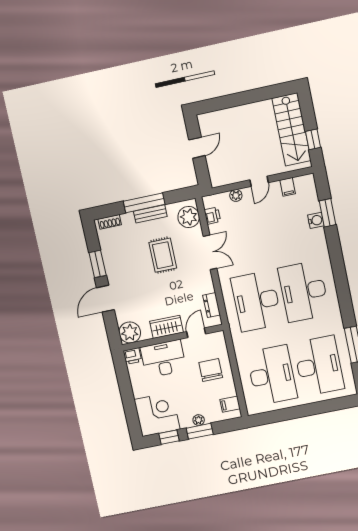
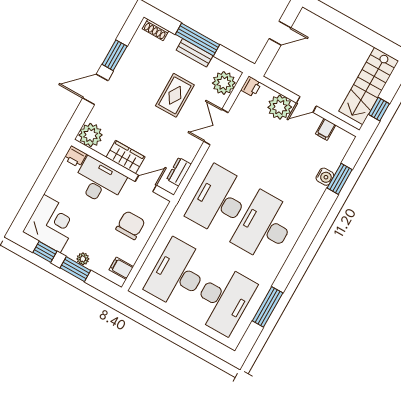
plant: (236, 195) -> (280, 107), width x1.88, depth x1.88
printer: (212, 216) -> (251, 87), moved
double door: (210, 252) -> (216, 127), swing flipped
desk: (272, 375) -> (178, 274), turned 180

